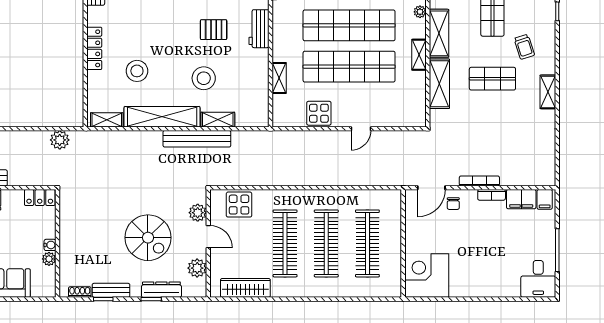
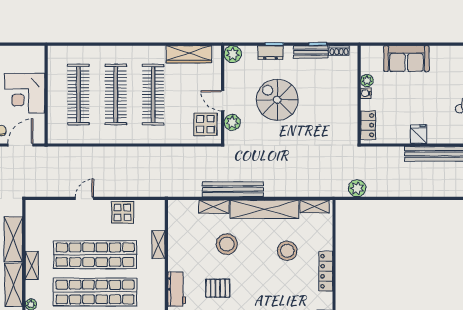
locker: (40, 197) -> (368, 125), moved, turned 90
display table: (239, 205) -> (205, 124), moved
plant: (197, 268) -> (233, 54), moved
corner desk: (427, 276) -> (25, 93), moved, turned 90
dresser: (161, 290) -> (271, 53), width x0.70

